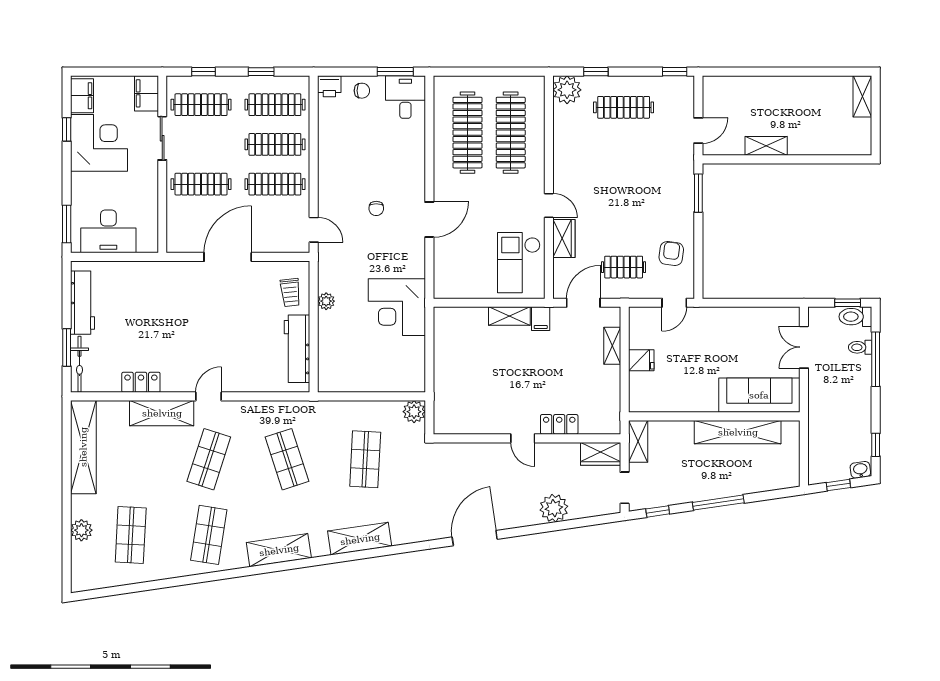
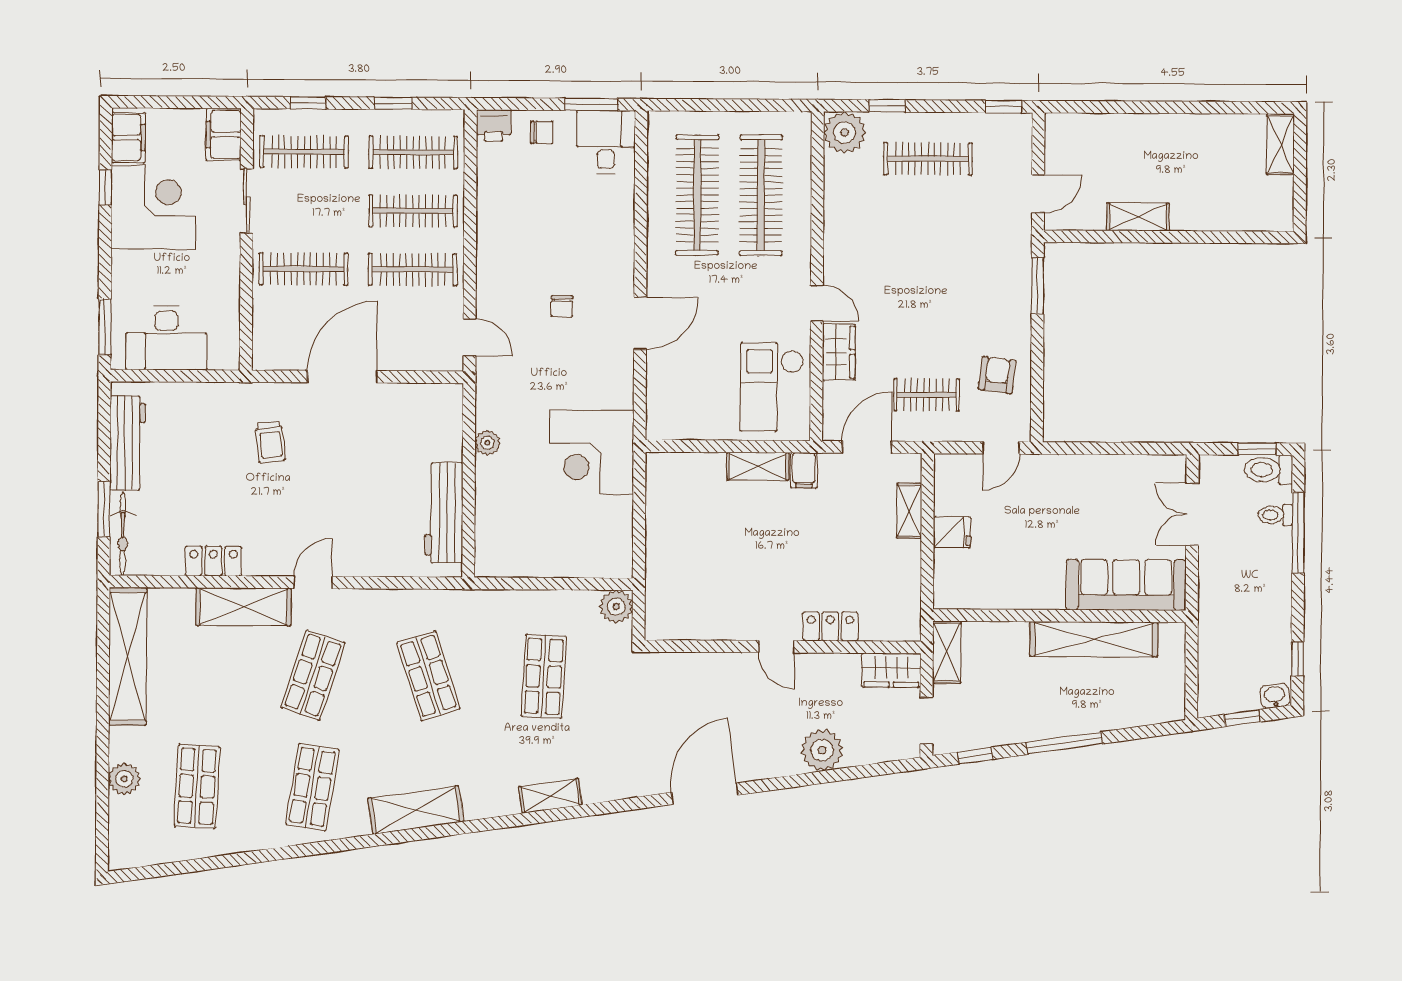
trolley: (290, 292) -> (270, 442), moved
shelving: (360, 539) -> (550, 796), width x0.67, depth x0.75

